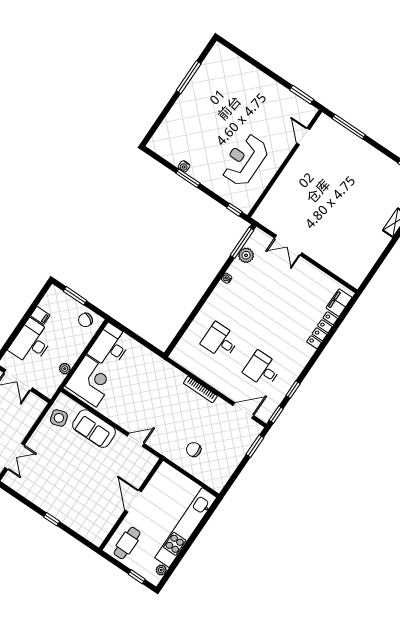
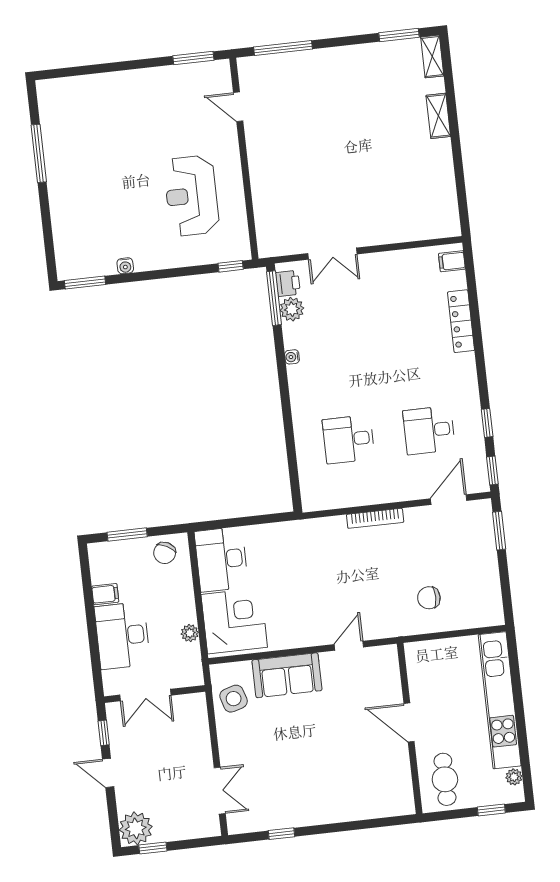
window: (188, 178) -> (85, 283), moved
printer: (255, 241) -> (288, 283), added
filing cabinet: (339, 303) -> (452, 261), width x0.50
window: (52, 519) -> (281, 834), moved

